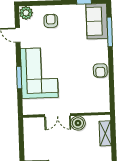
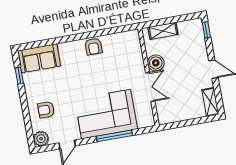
window: (110, 32) -> (49, 42), removed
armchair: (100, 70) -> (93, 46), turned 90
window: (19, 78) -> (114, 136), width x1.44

